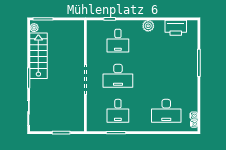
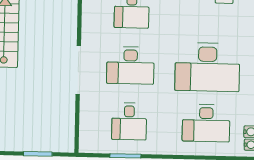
desk: (166, 76) -> (207, 67), added

